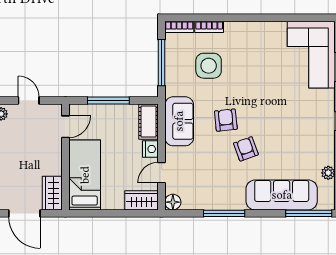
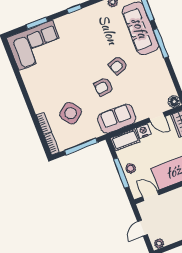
side table: (209, 66) -> (71, 113), turned -37
stool: (110, 114) -> (131, 168), added
window: (224, 213) -> (161, 43), moved

